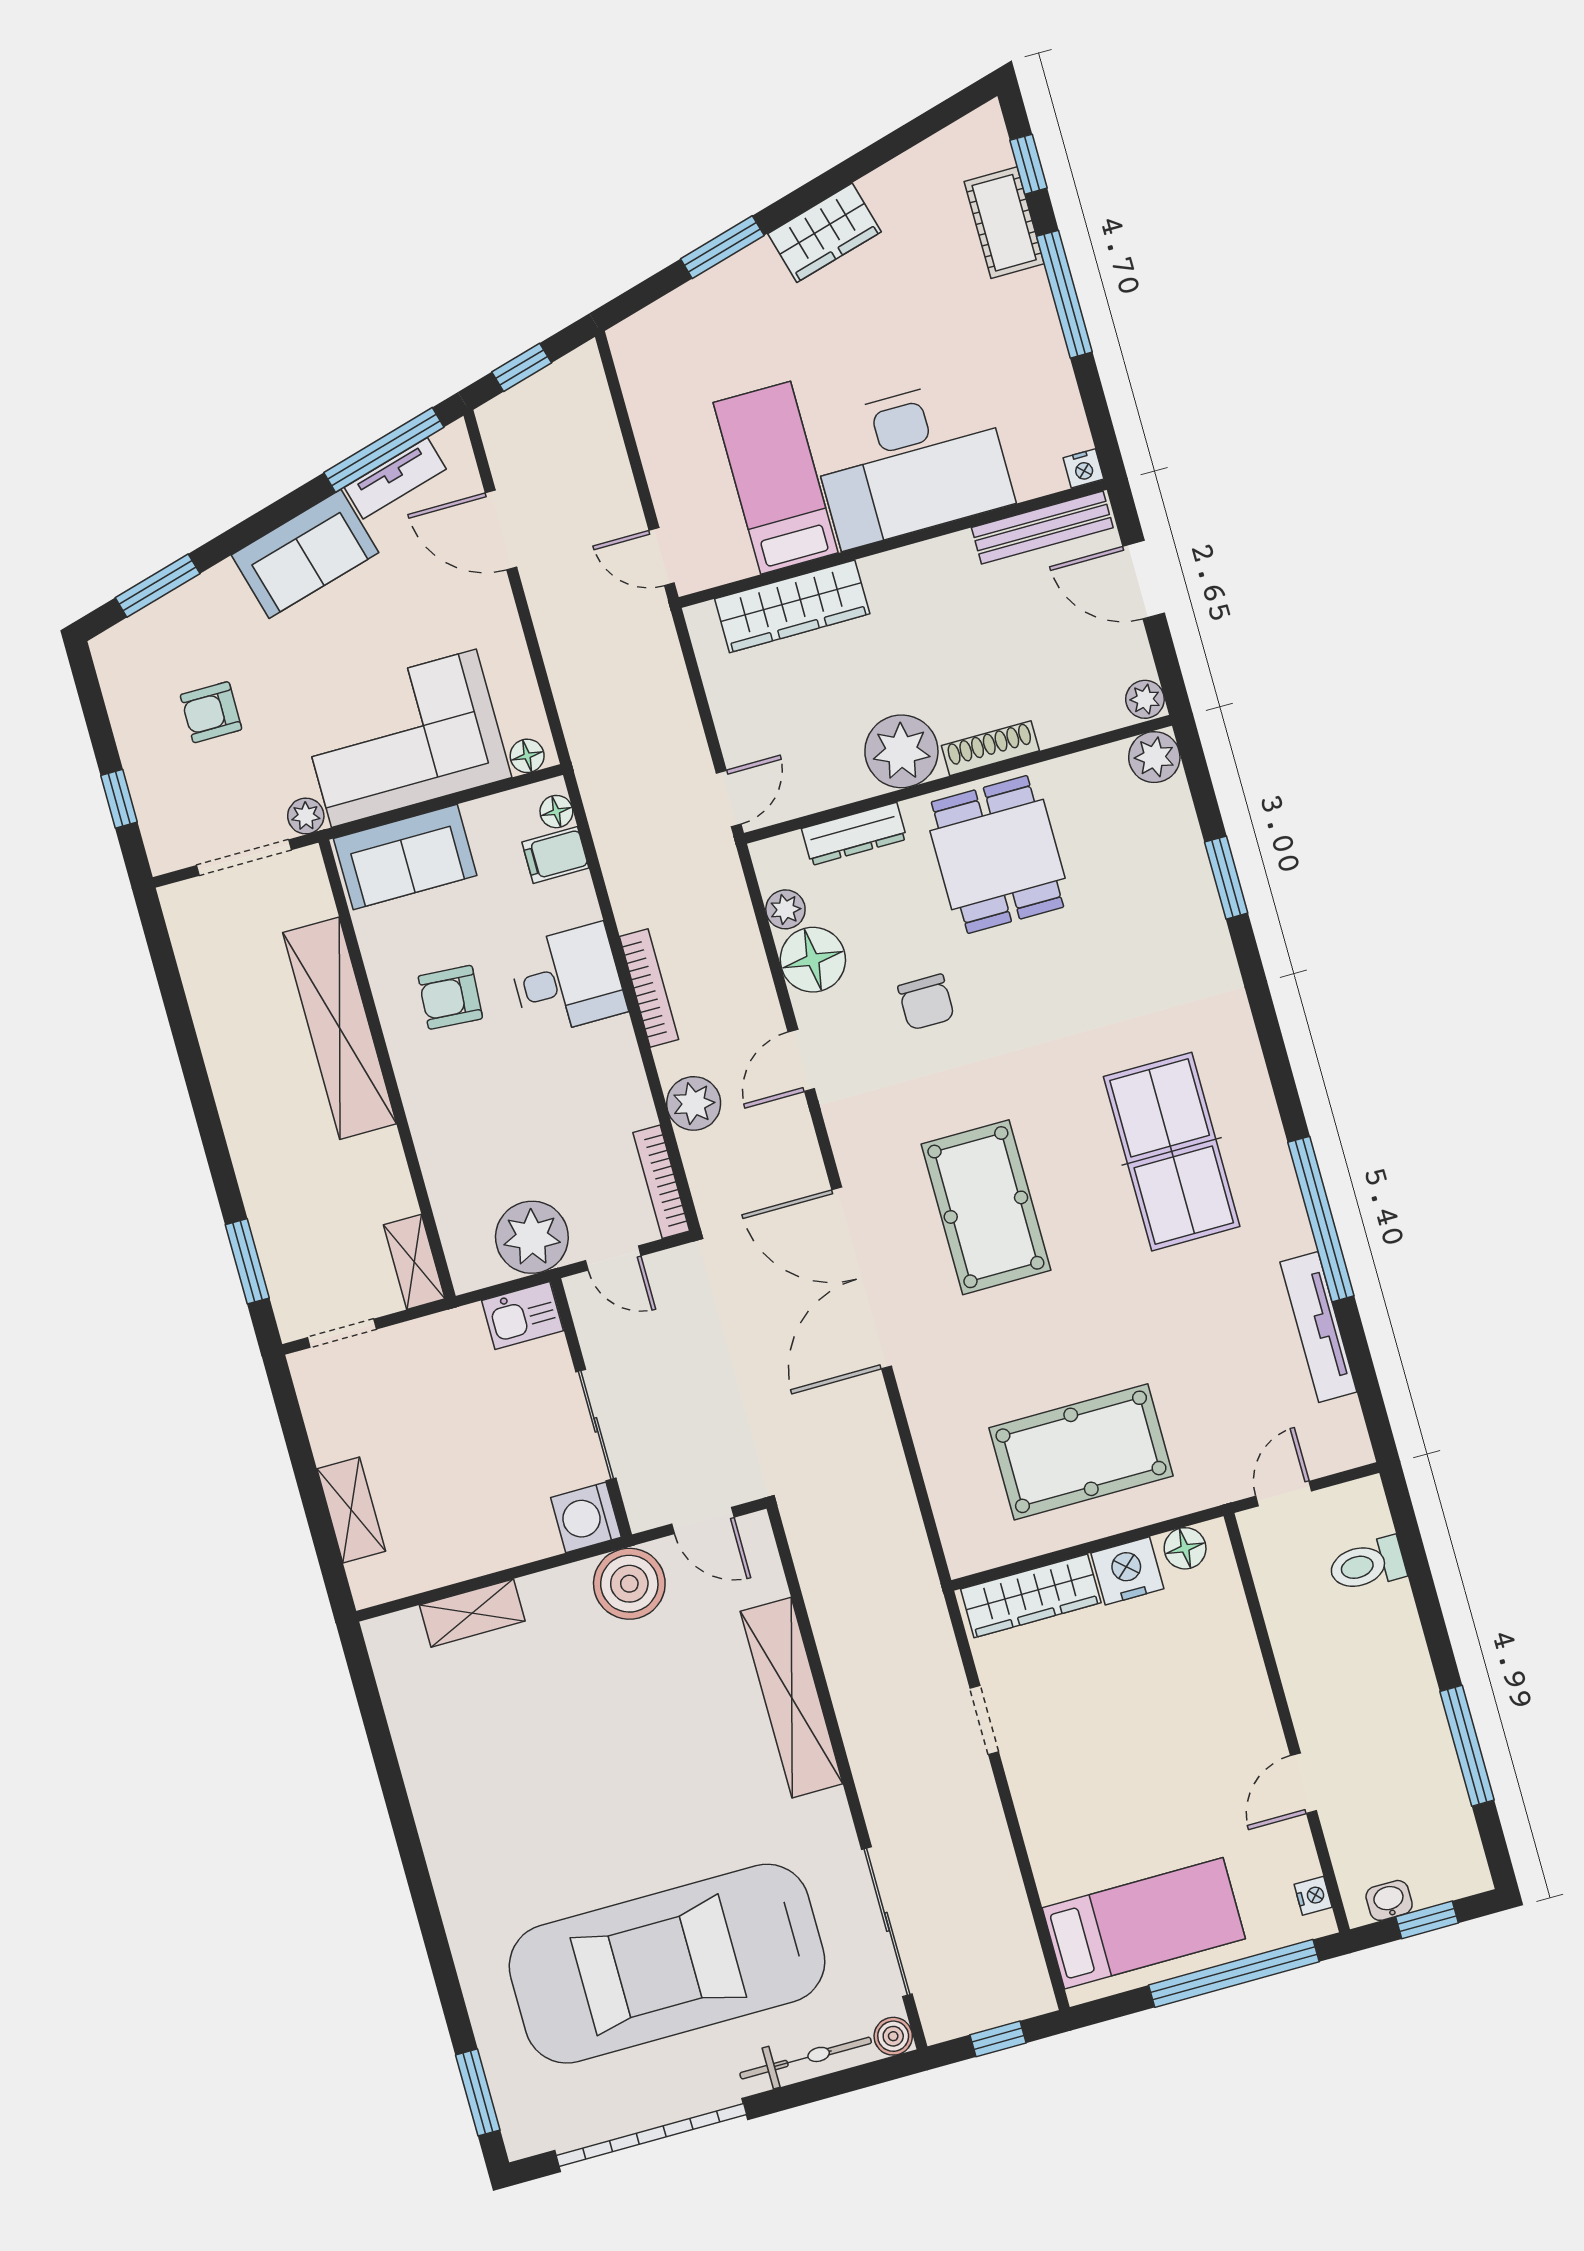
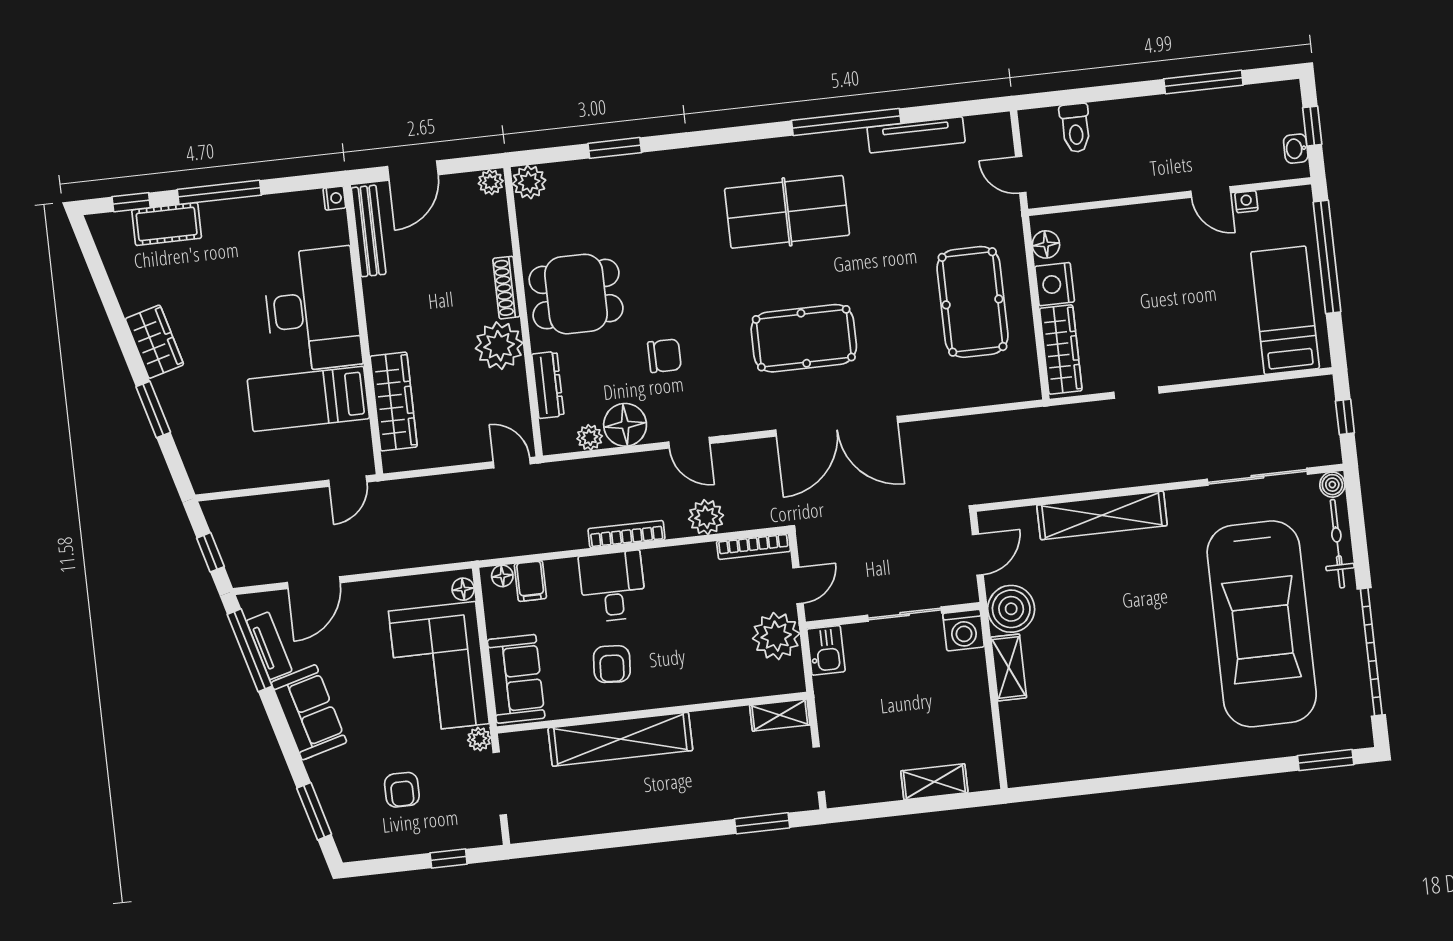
shelving: (472, 1613) -> (1009, 667), moved
nightstand: (1313, 1896) -> (1246, 202), moved

